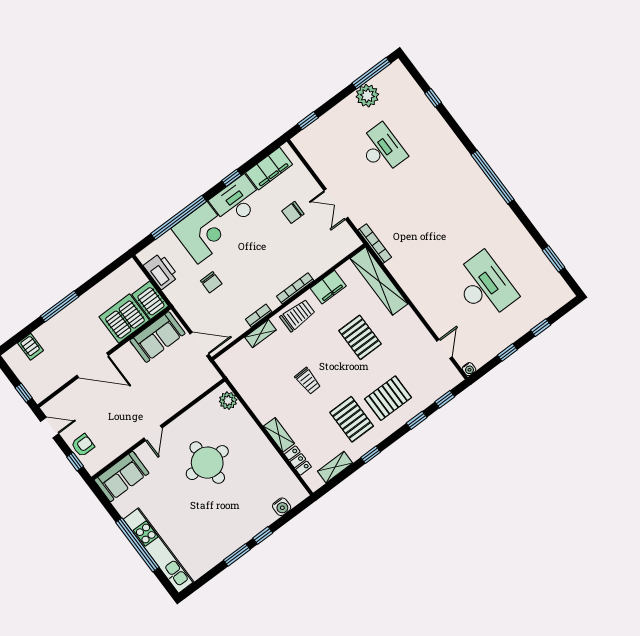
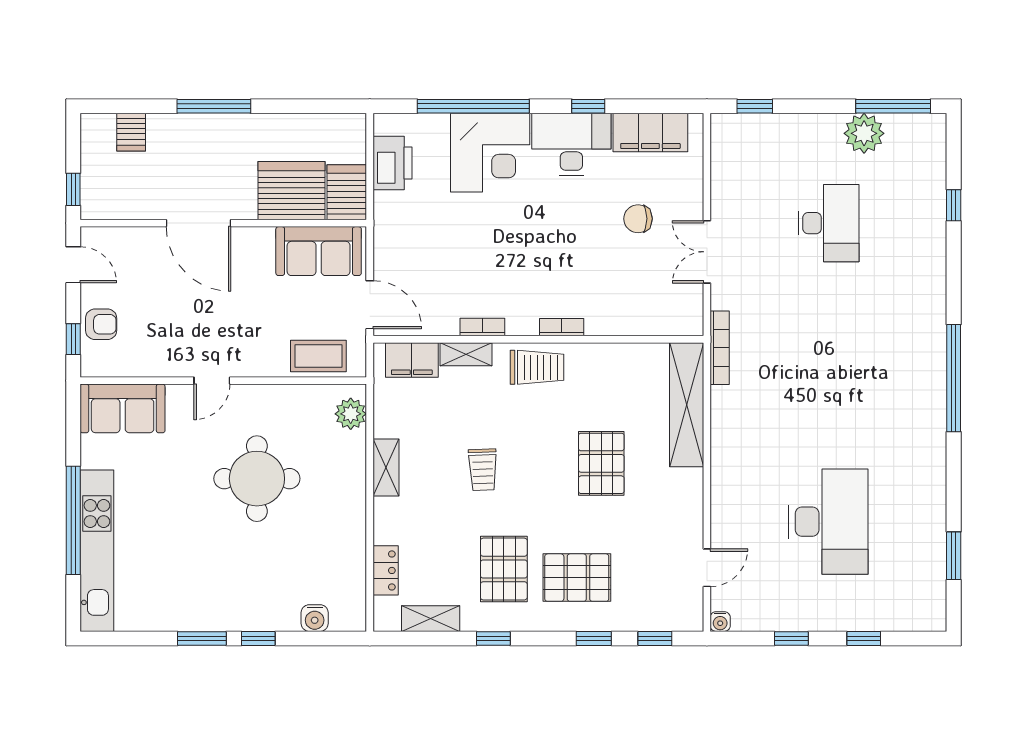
chair: (211, 282) -> (451, 231), removed
filing cabinet: (328, 287) -> (412, 360), moved
bookcase: (295, 288) -> (562, 327), width x0.64
coffee table: (193, 385) -> (318, 356), added
shelving: (279, 435) -> (386, 467), moved

